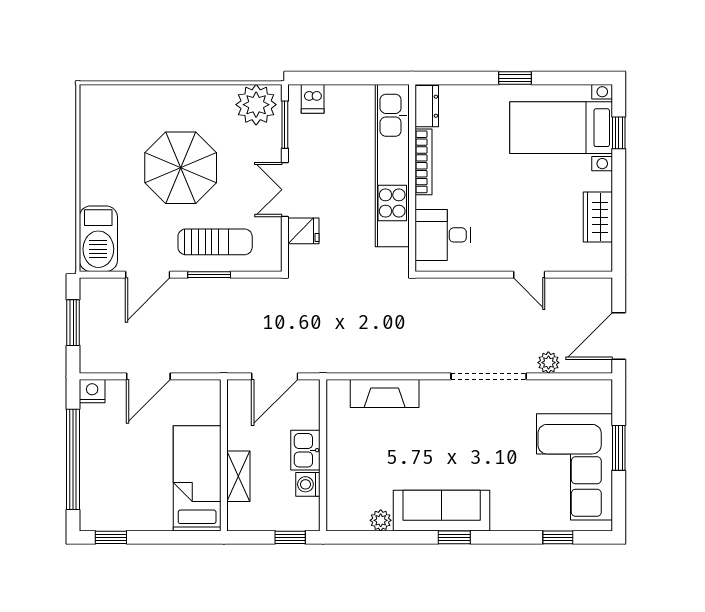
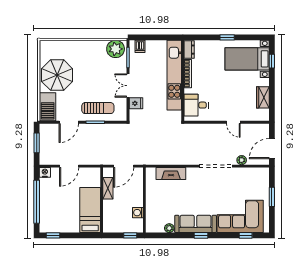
parasol: (181, 168) -> (57, 75), moved
kitchen sink: (305, 450) -> (137, 198), removed
corner sofa: (575, 467) -> (240, 216), moved, turned 90
shelving: (238, 476) -> (108, 188), moved

